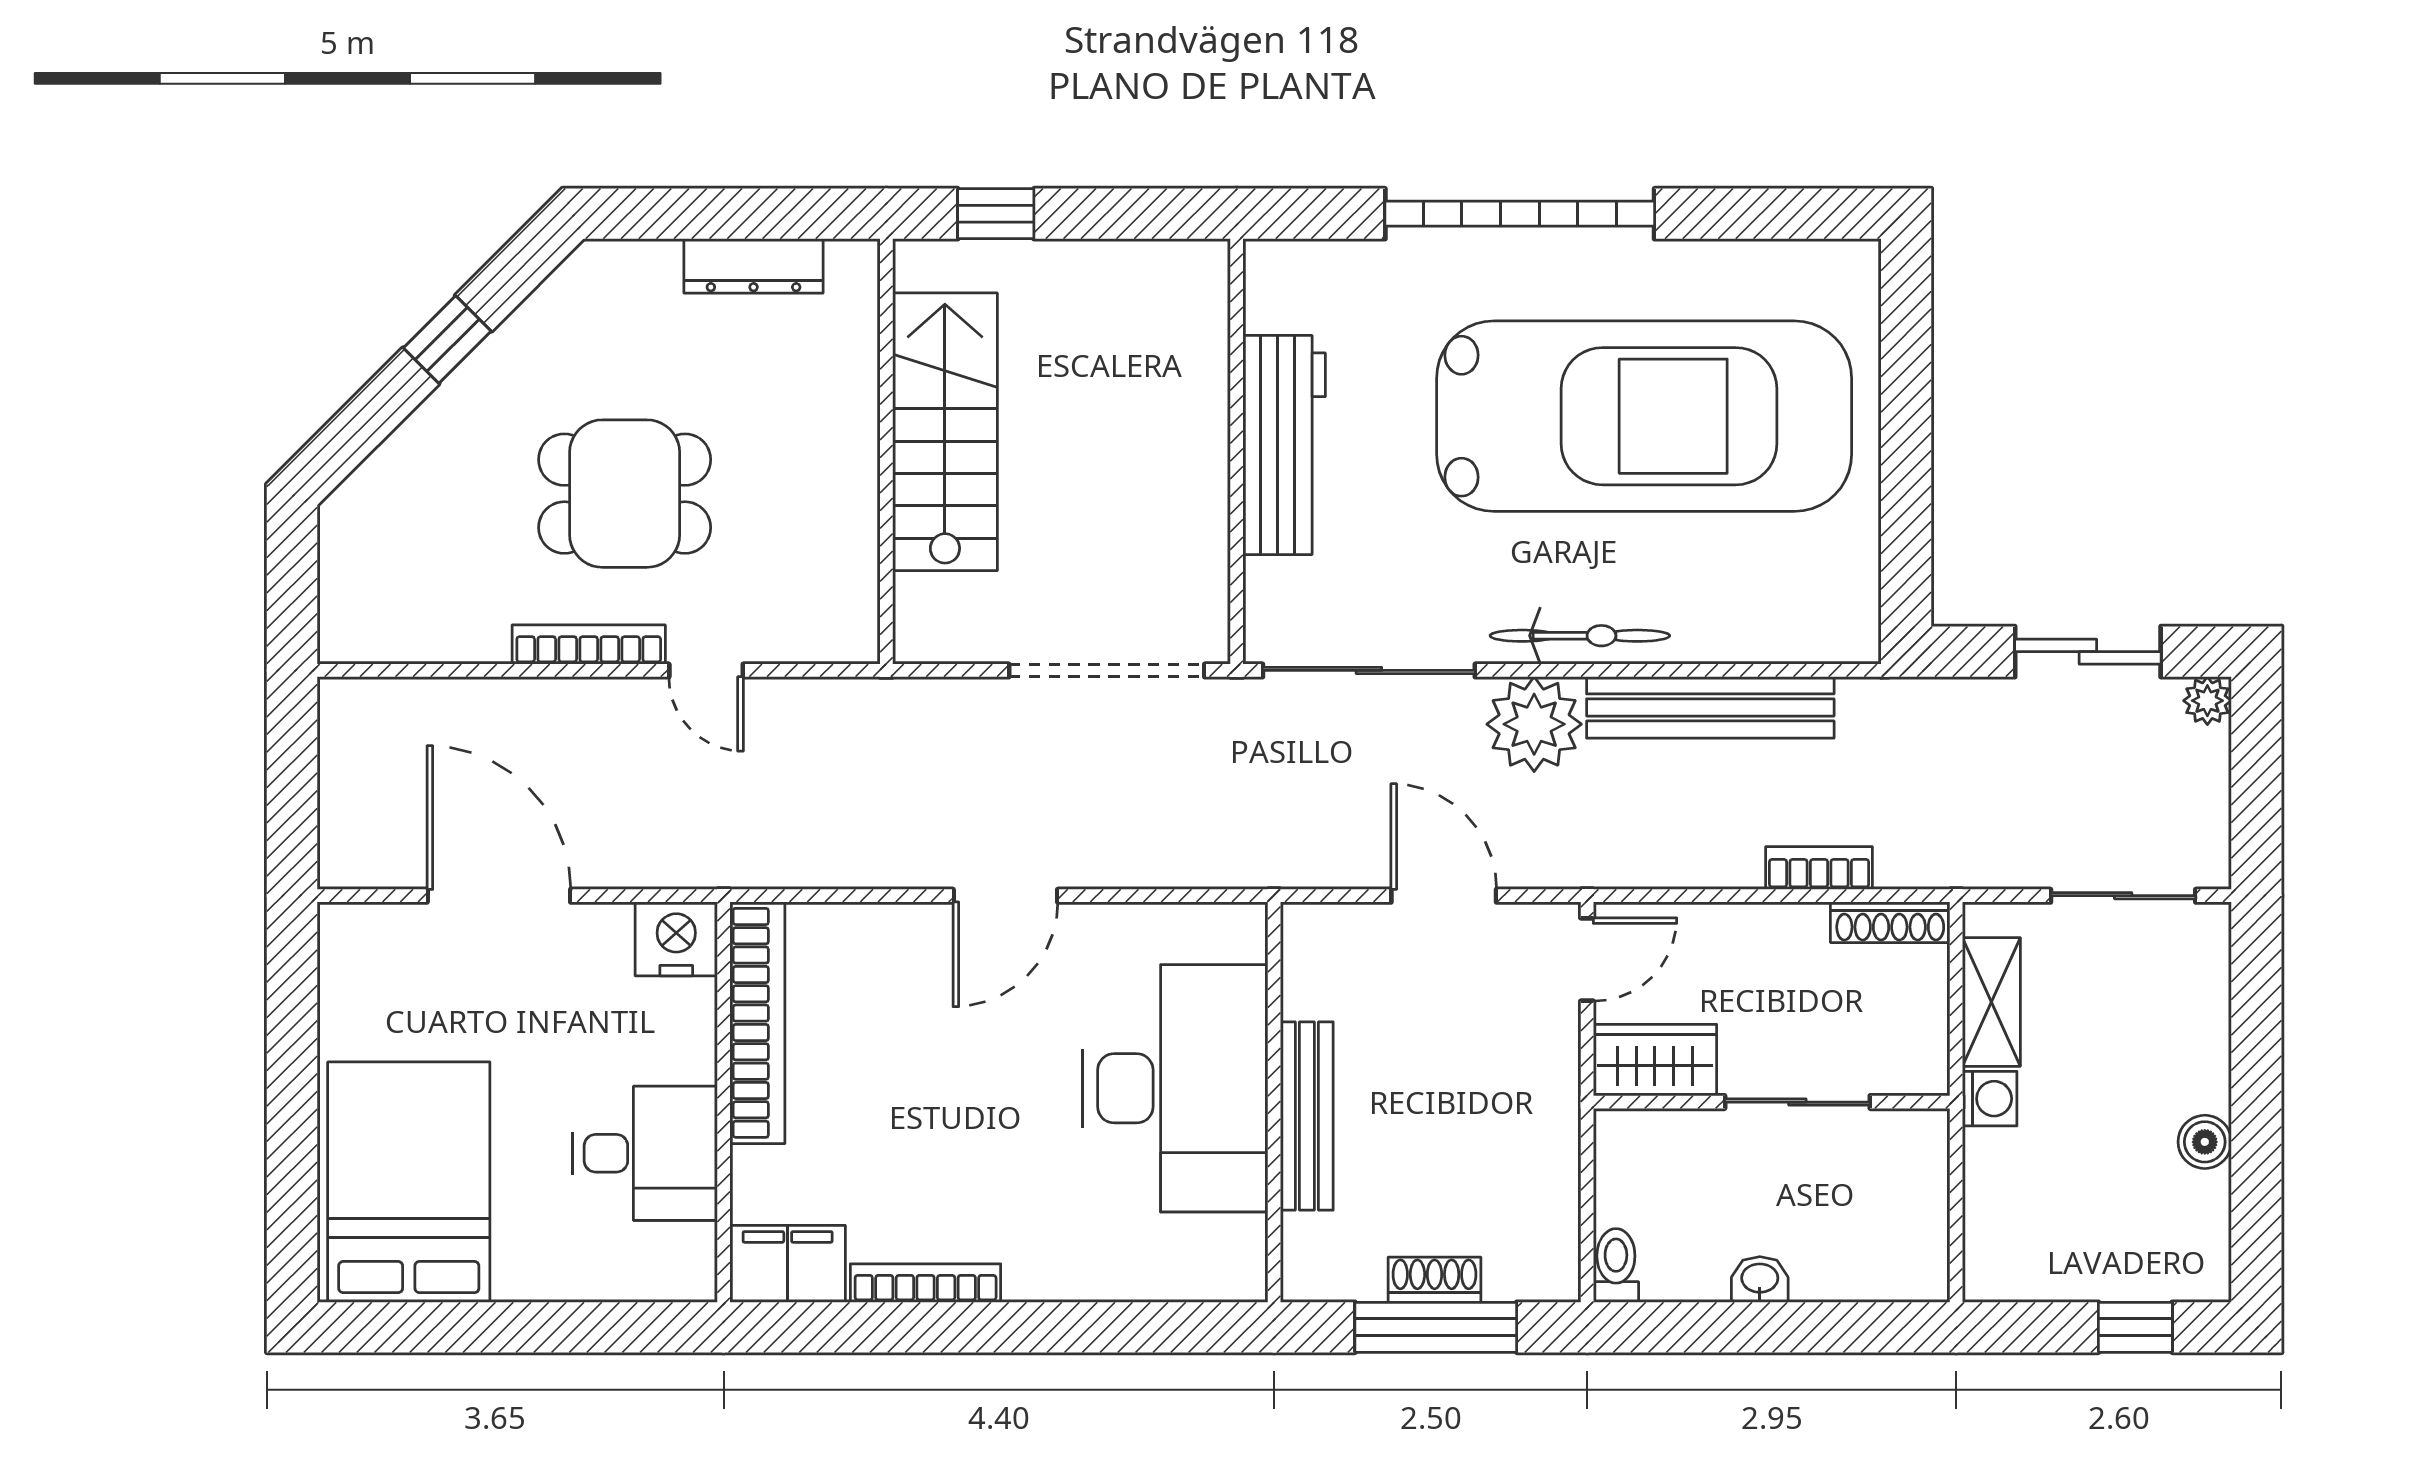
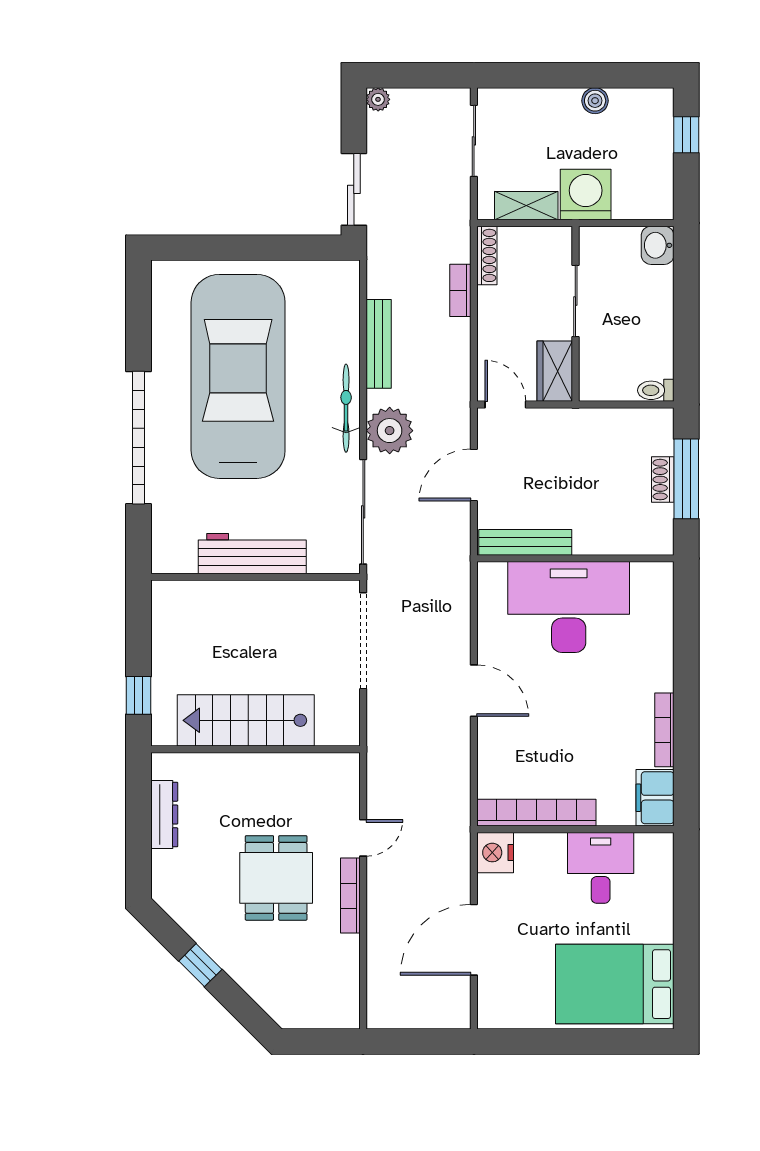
sliding door: (2088, 652) -> (354, 189), moved
bench: (1710, 707) -> (379, 344), width x0.73, depth x0.82
washing machine: (1990, 1099) -> (586, 195), width x1.89, depth x1.89
bench: (1307, 1116) -> (525, 542), moved
washbasin: (1760, 1279) -> (658, 245), moved, width x1.38, depth x1.45

